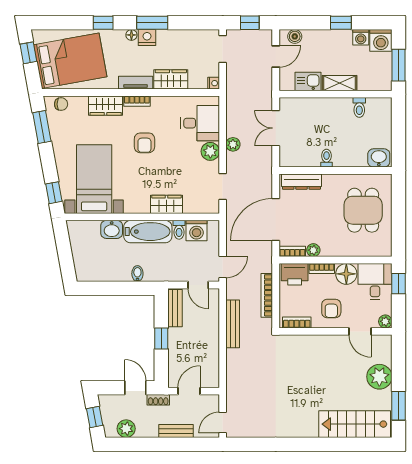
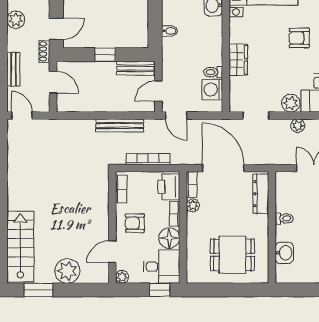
washbasin: (379, 158) -> (284, 253), moved
bathtub: (148, 232) -> (211, 41), removed

